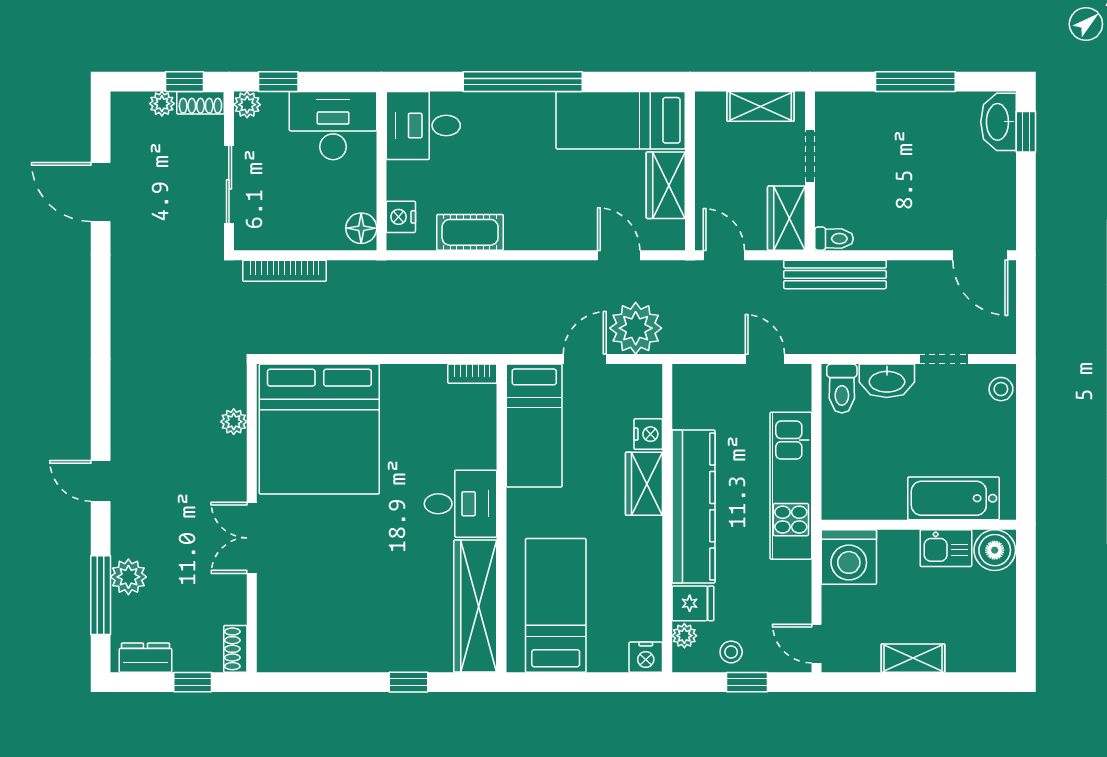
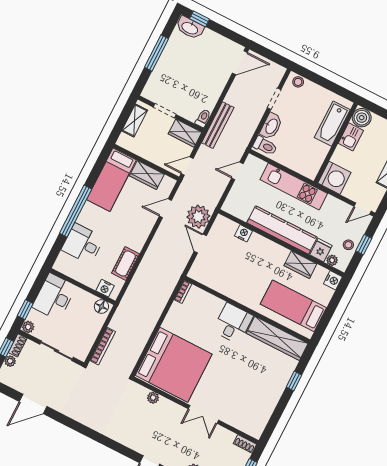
desk: (423, 126) -> (83, 244), moved, turned 90
bed: (534, 426) -> (217, 277), removed
wardrobe: (644, 484) -> (300, 265), moved

